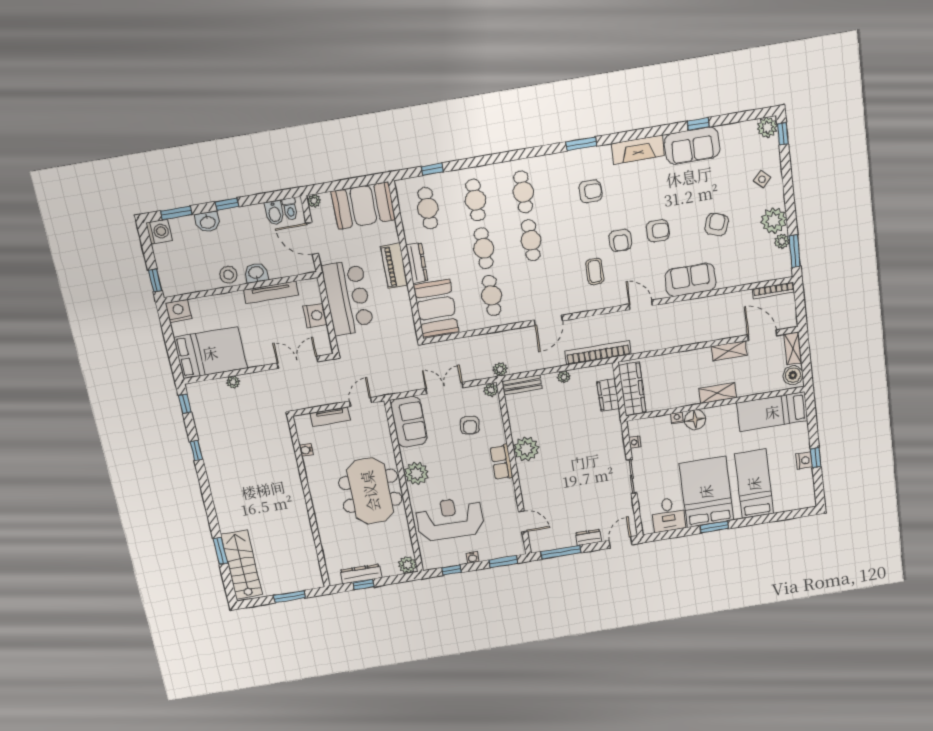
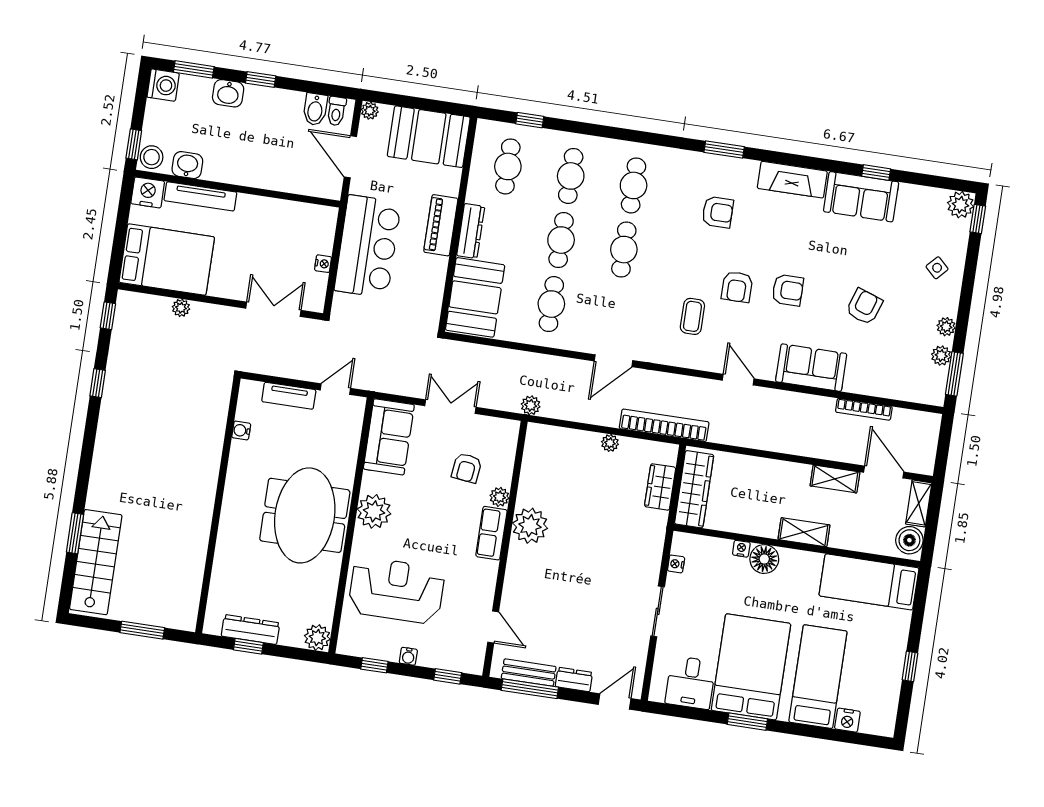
plant: (774, 221) -> (946, 327), width x0.53, depth x0.53
washbasin: (256, 273) -> (187, 165), moved
stool: (228, 275) -> (152, 157), moved
bookcase: (774, 290) -> (864, 409), moved
tv unit: (271, 292) -> (200, 196), moved
nightstand: (315, 316) -> (323, 264), width x0.53, depth x0.56
bench: (522, 385) -> (529, 673), moved
plant: (491, 390) -> (499, 497), moved
nightstand: (804, 460) -> (847, 720), moved, turned 90
window: (503, 562) -> (448, 676), width x0.67

